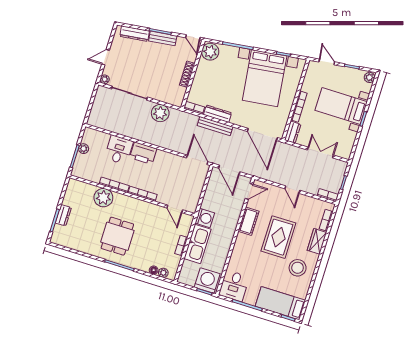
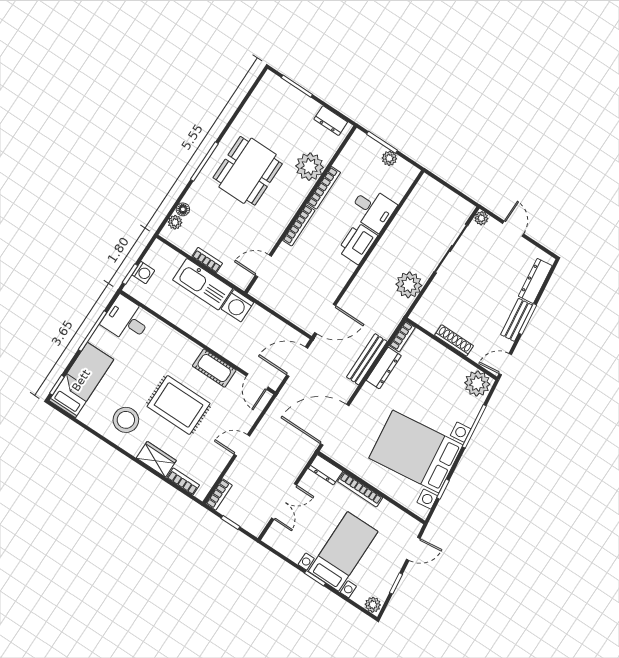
dresser: (63, 215) -> (331, 121), moved
dining table: (117, 236) -> (248, 171), width x1.38
washing machine: (207, 280) -> (143, 273), width x0.53, depth x0.53

